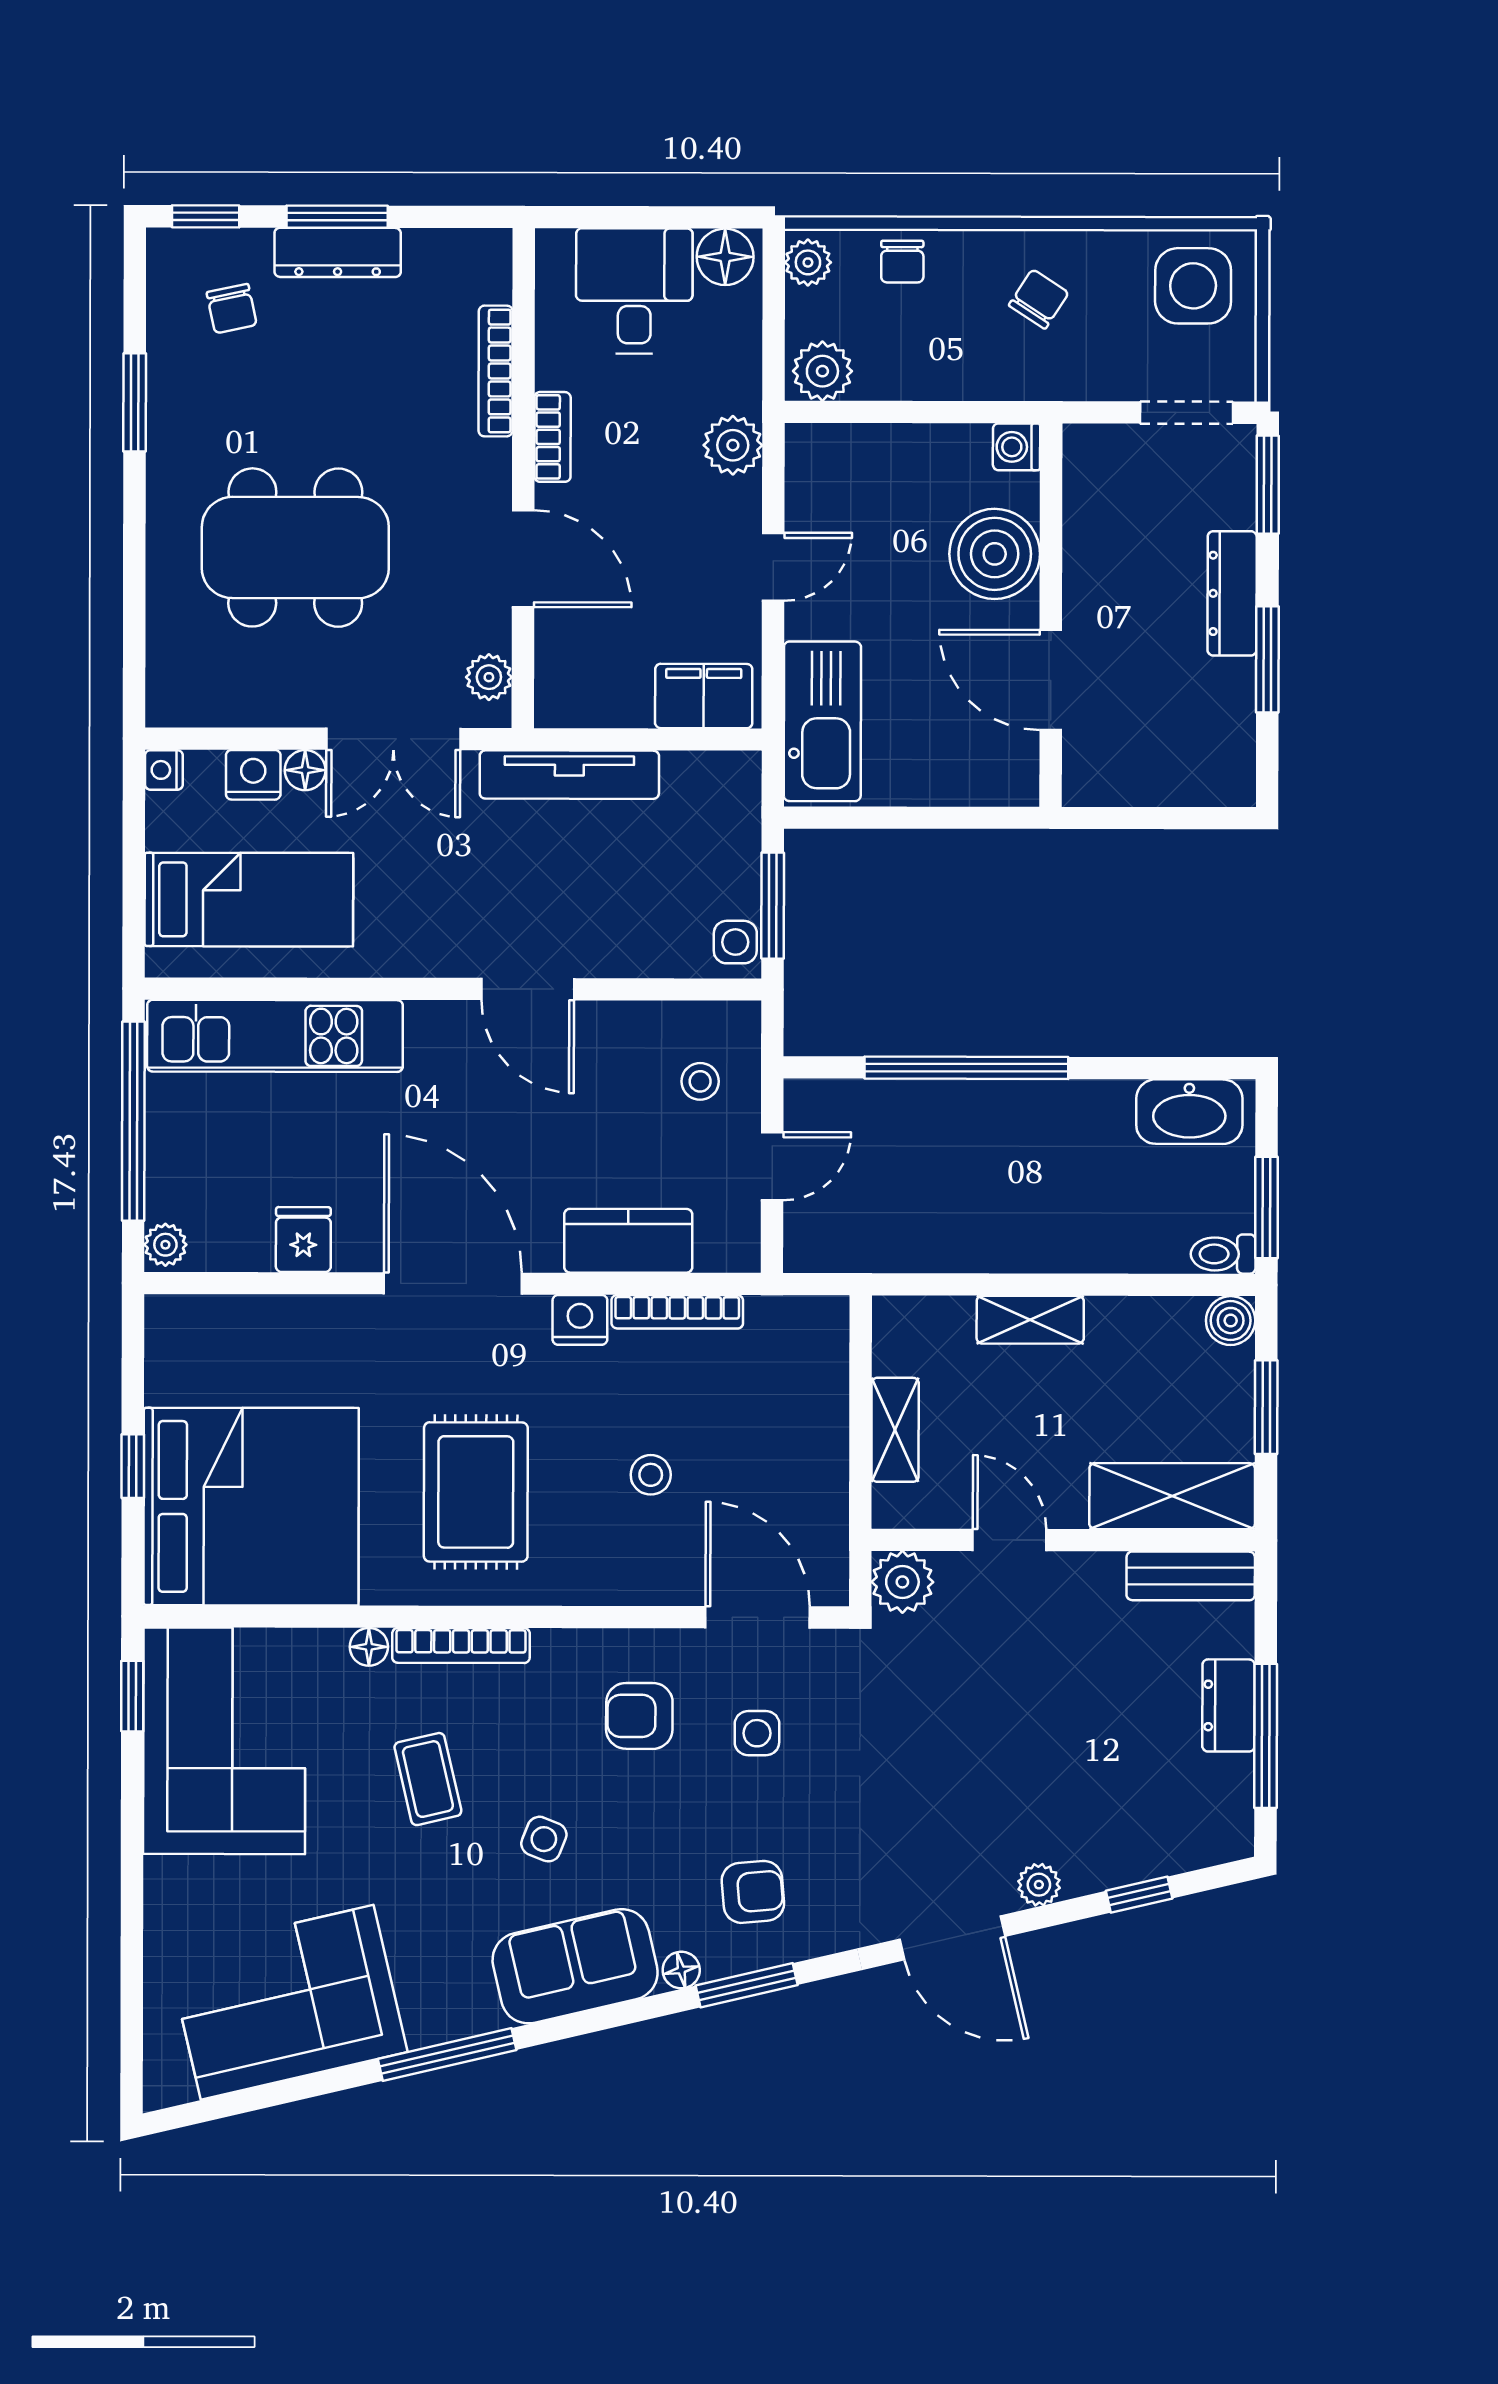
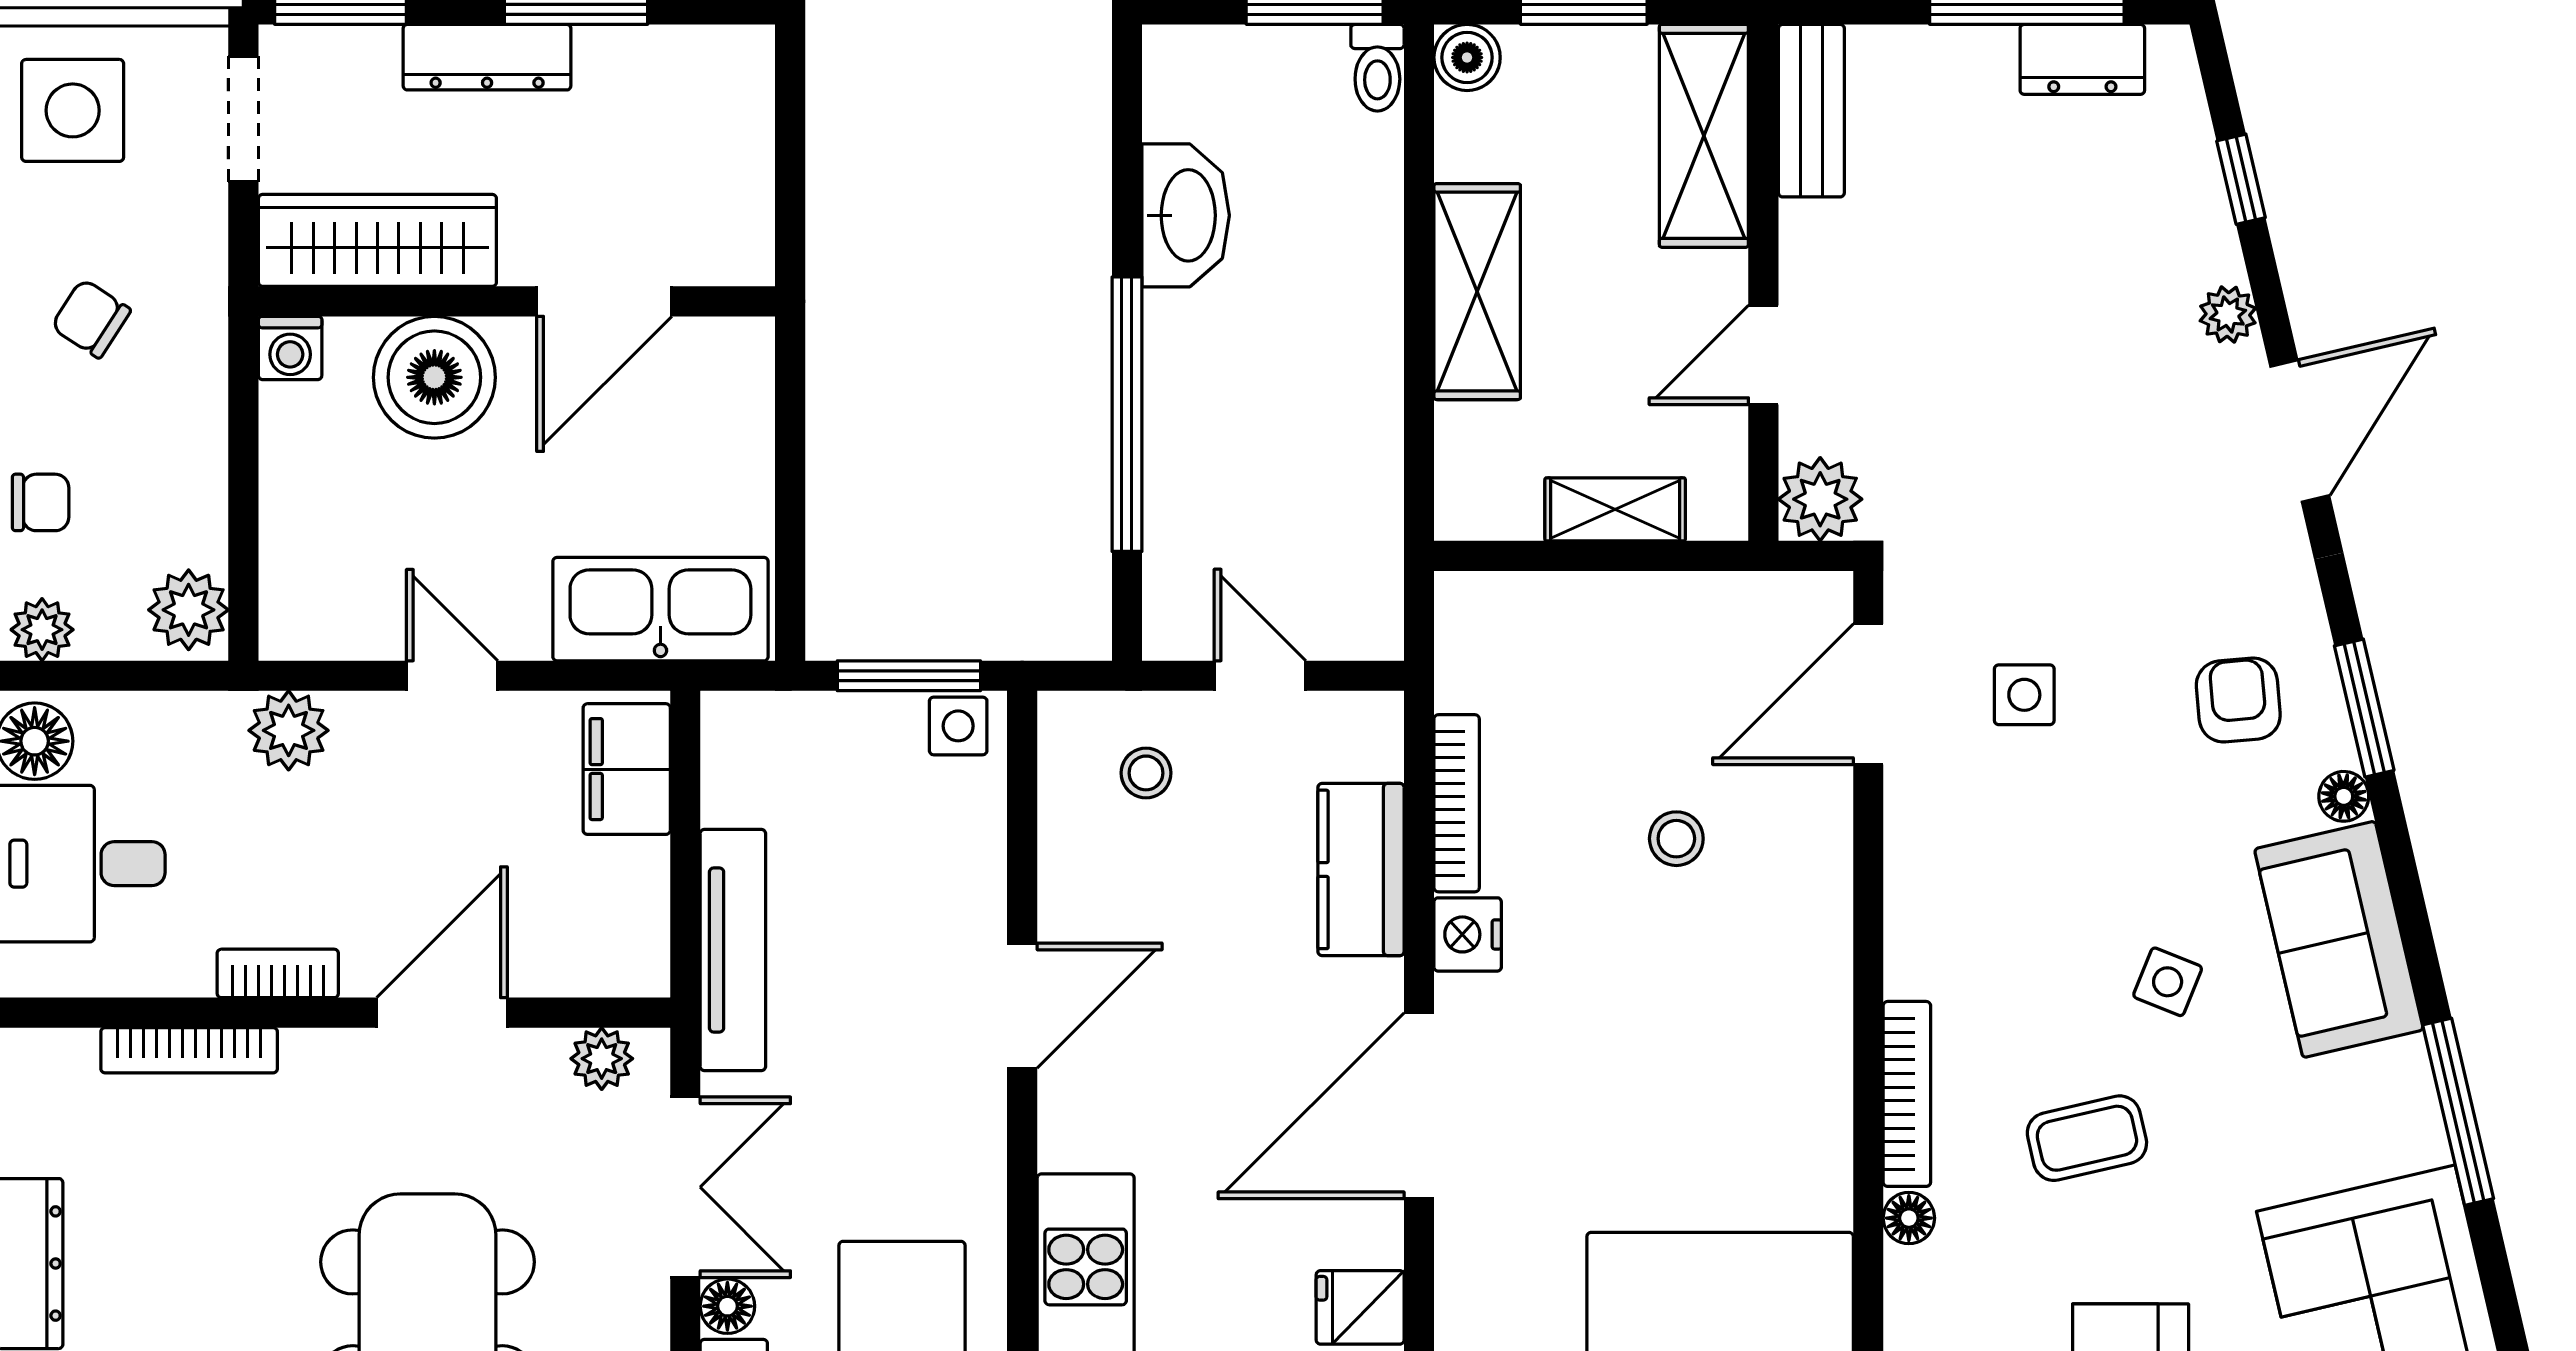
wardrobe: (1096, 512) -> (377, 240), added
washbasin: (1189, 1112) -> (1186, 215), moved
shelving: (1030, 1320) -> (1477, 292), width x1.50, depth x1.33
rug: (476, 1492) -> (1700, 1074), removed
dresser: (1228, 1705) -> (2082, 59), moved
armchair: (639, 1716) -> (2001, 853), removed

